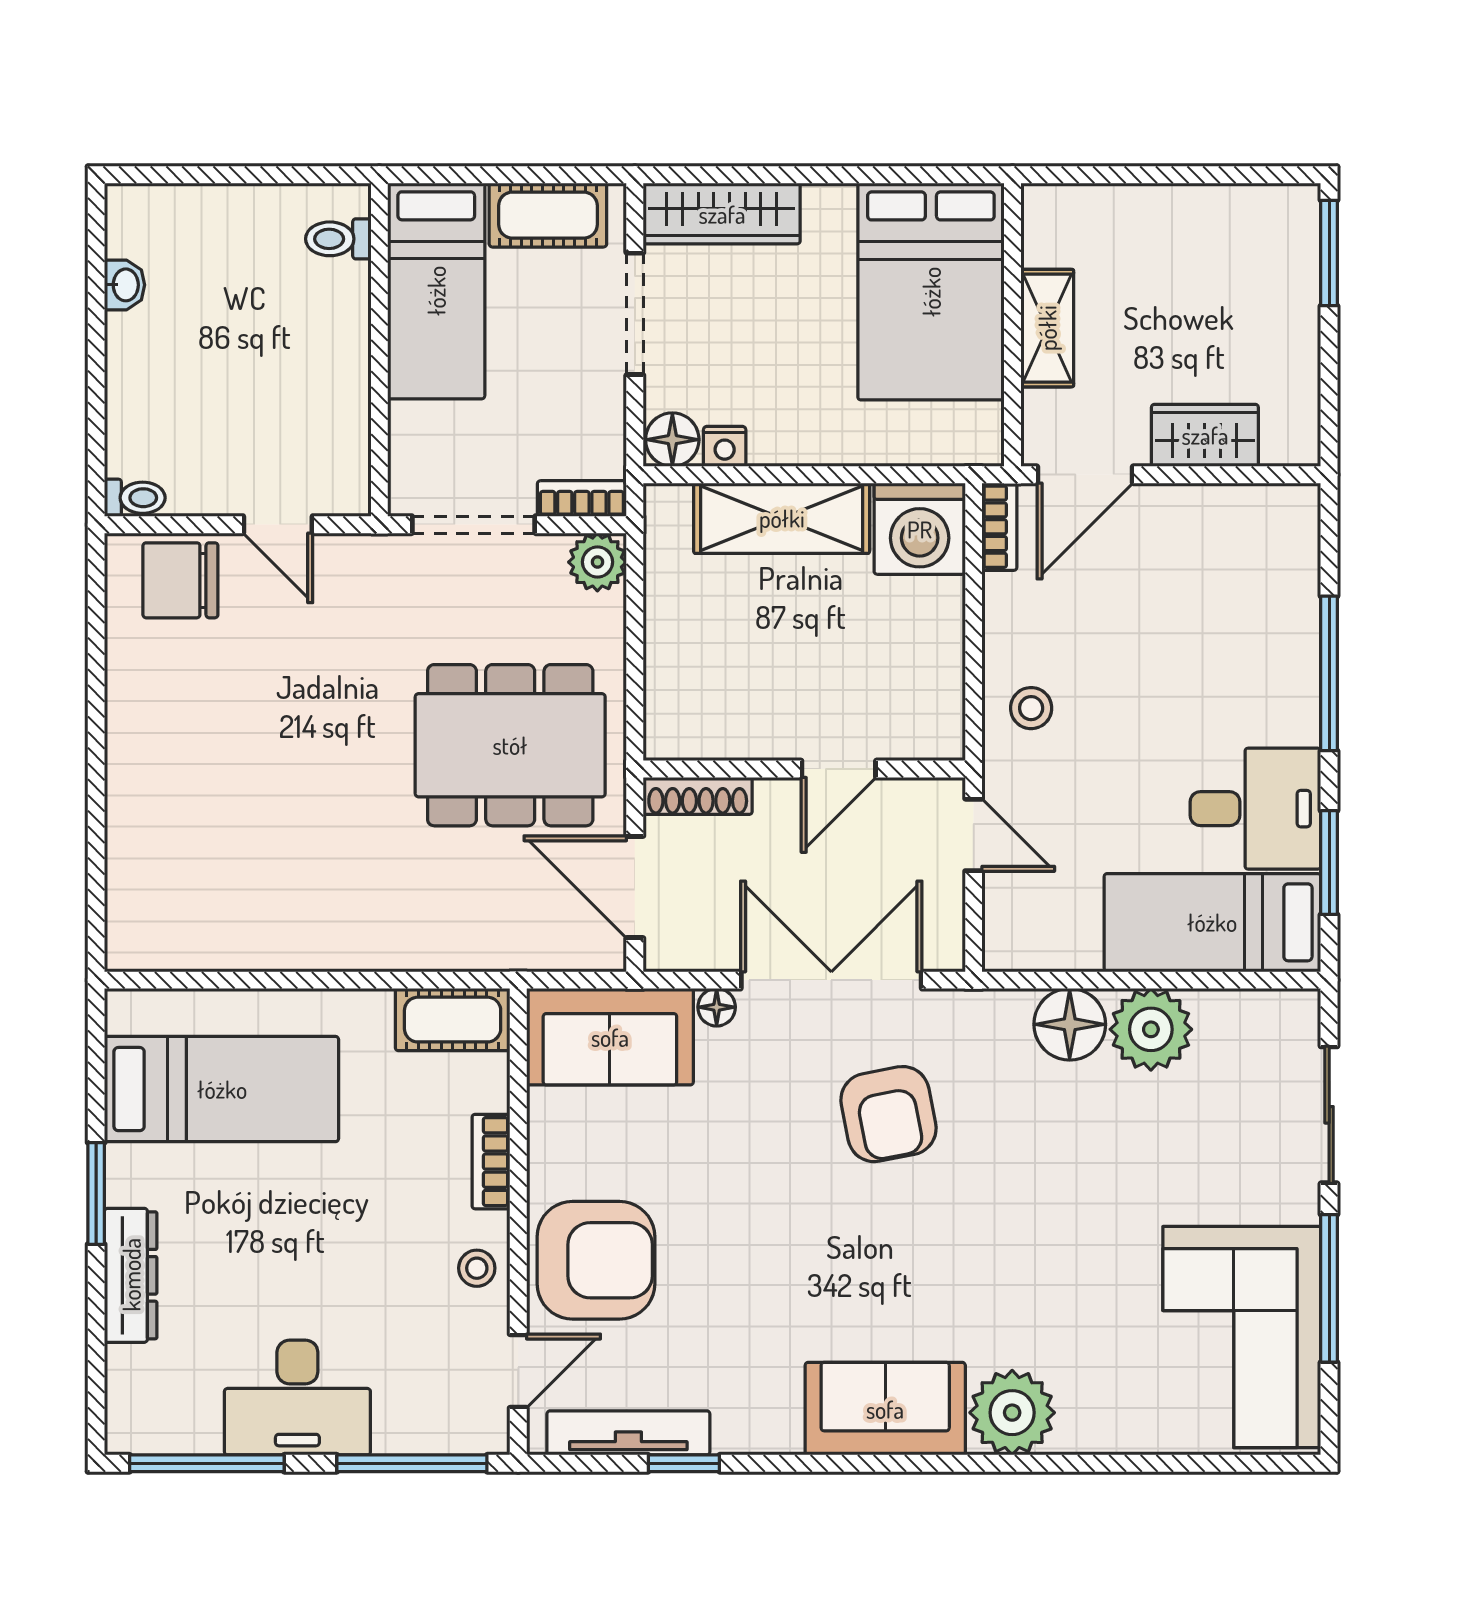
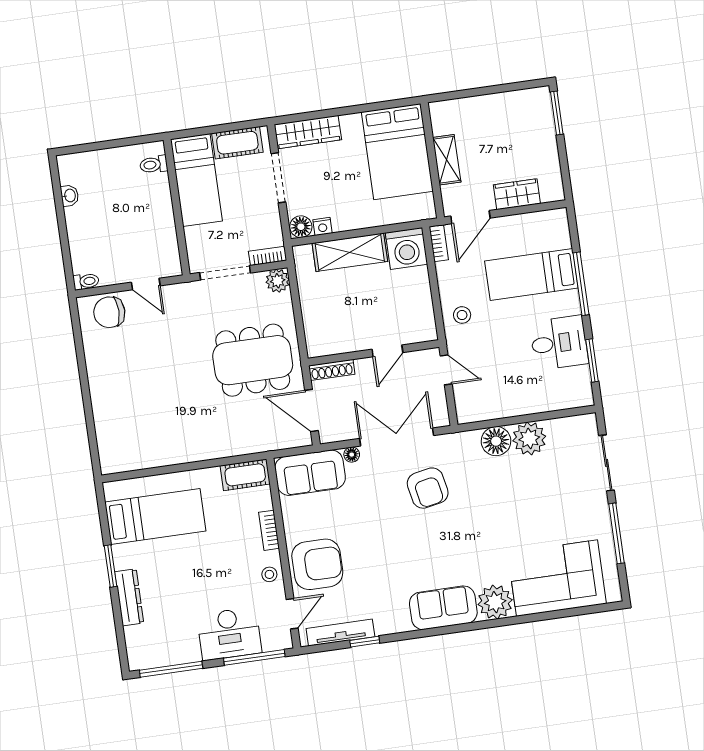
bed: (1212, 922) -> (531, 275), moved
corner sofa: (1242, 1337) -> (557, 578), moved, turned 90
desk: (297, 1398) -> (229, 634), moved

